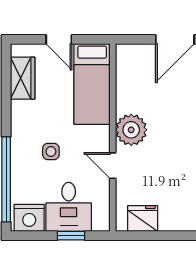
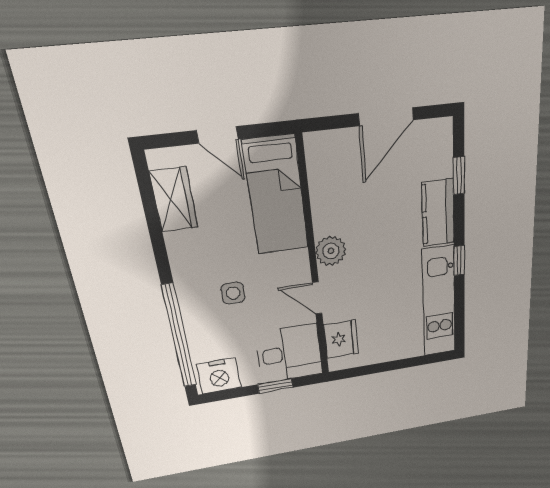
plant: (131, 130) -> (331, 251), width x0.73, depth x0.73
desk: (69, 207) -> (289, 353), moved, turned -90
fridge: (143, 218) -> (341, 339), moved, turned 90

